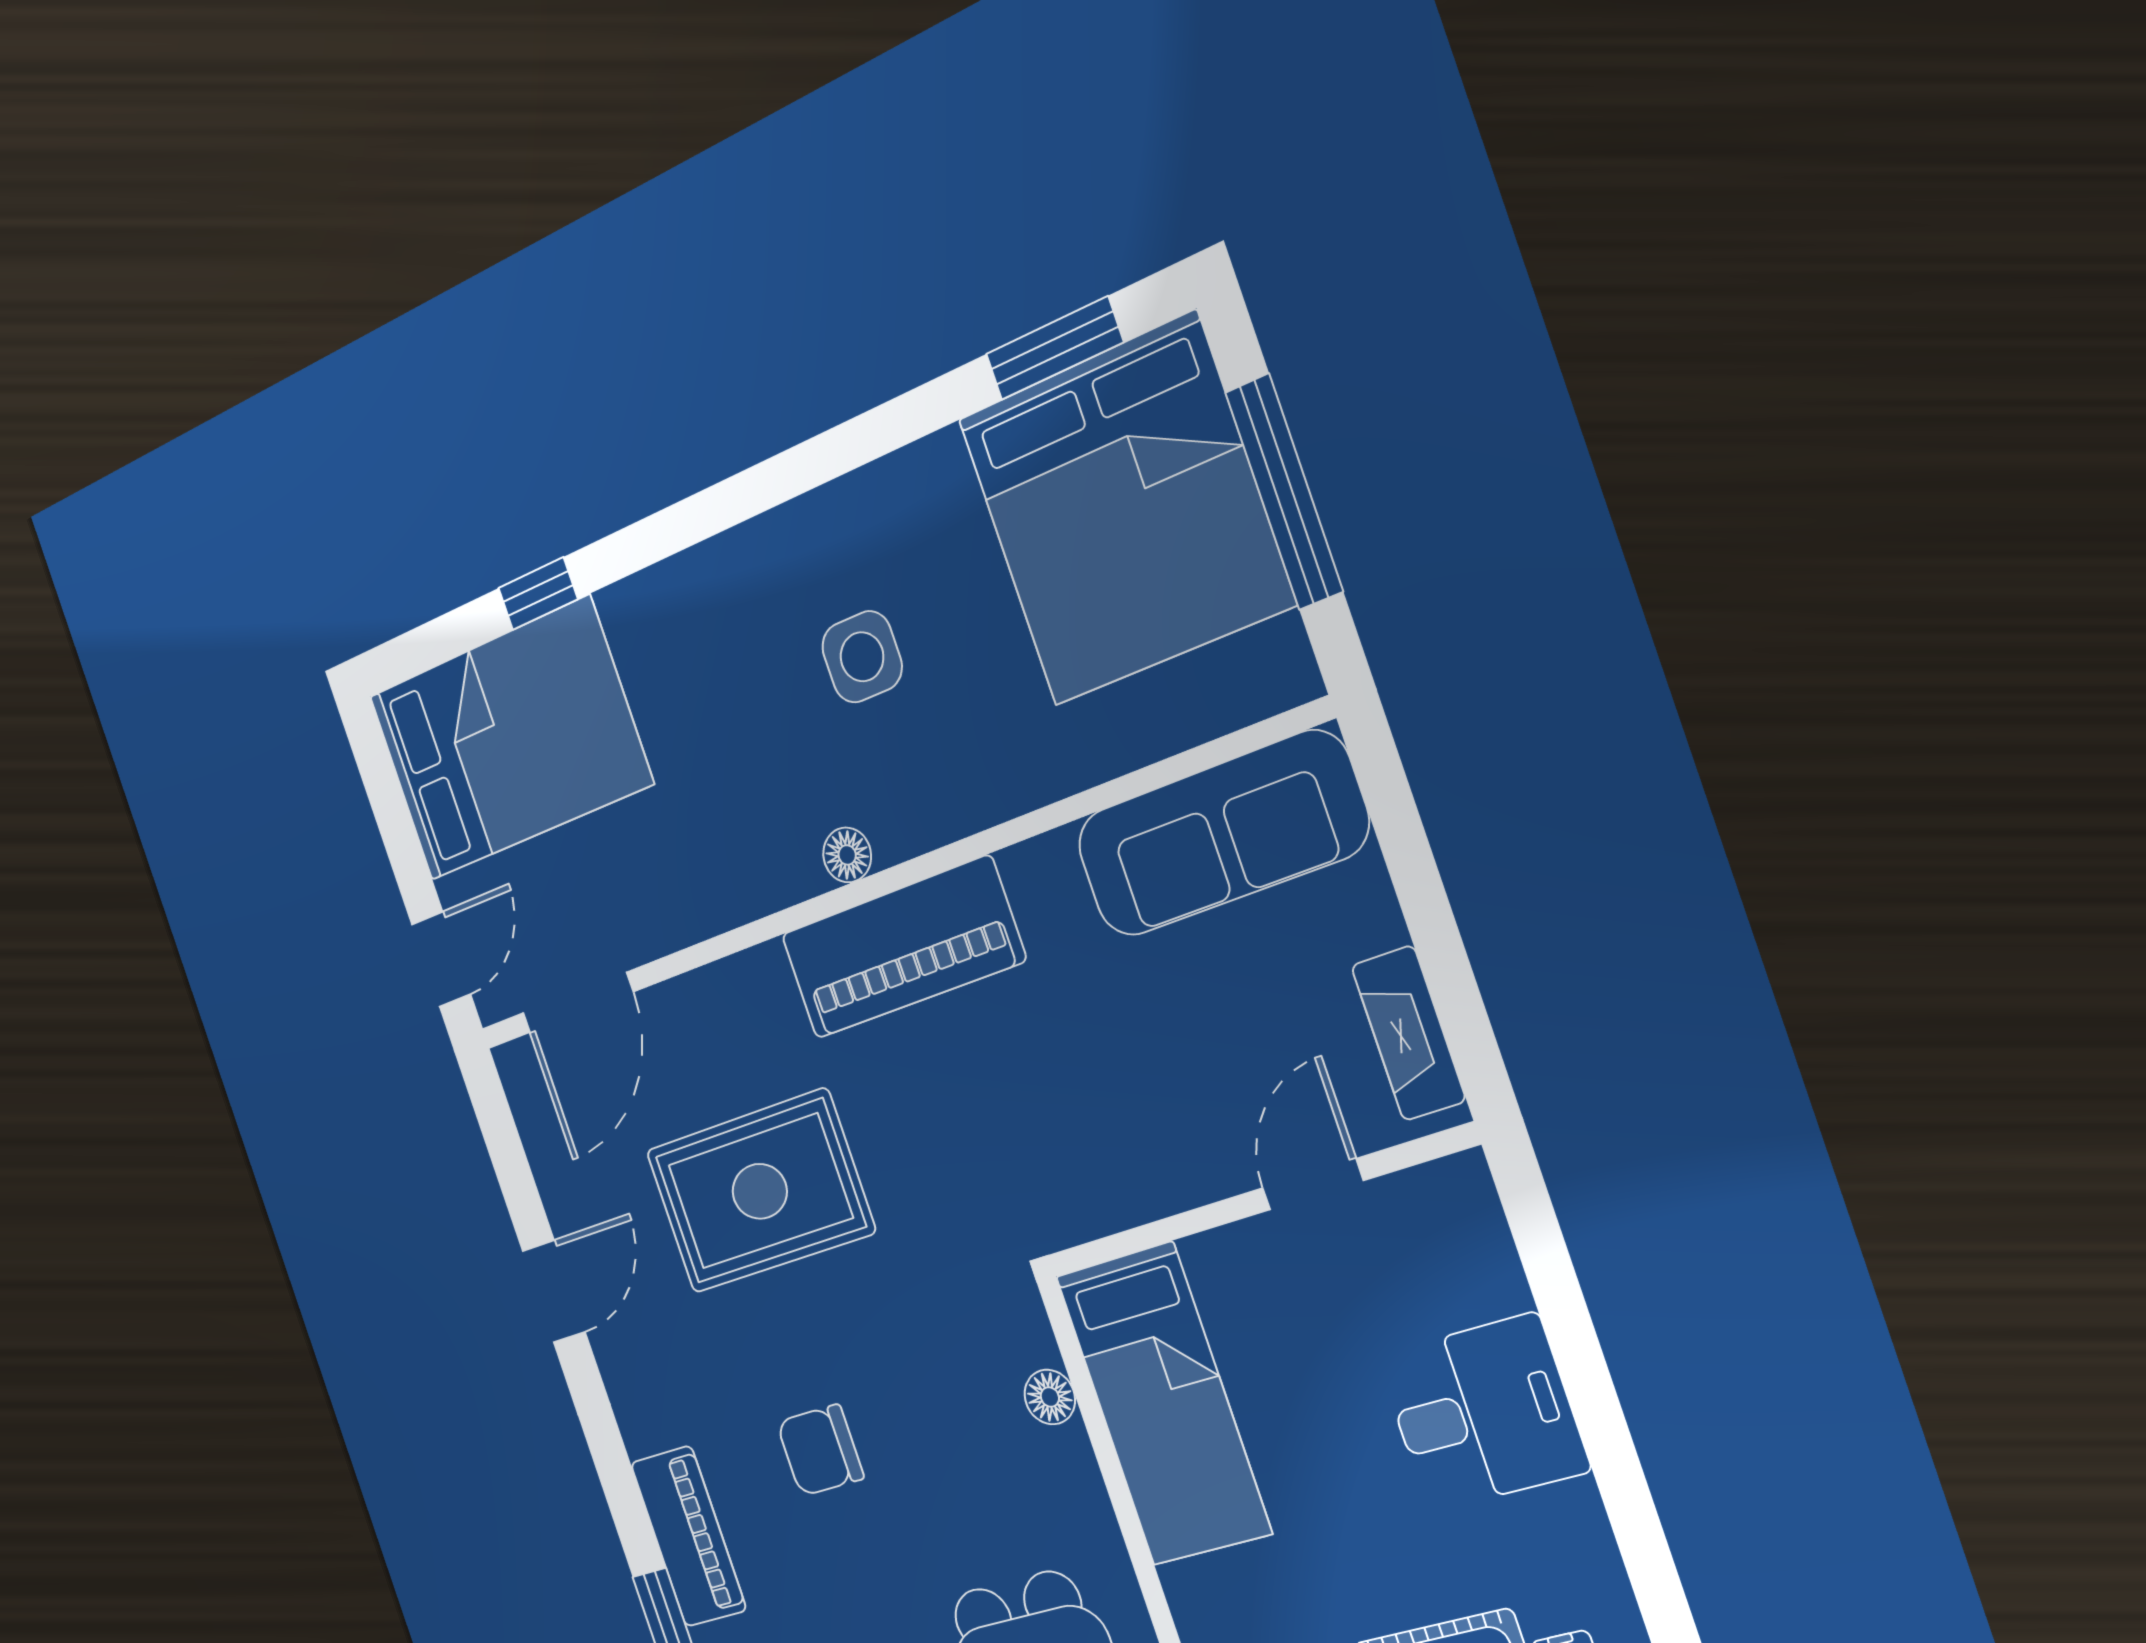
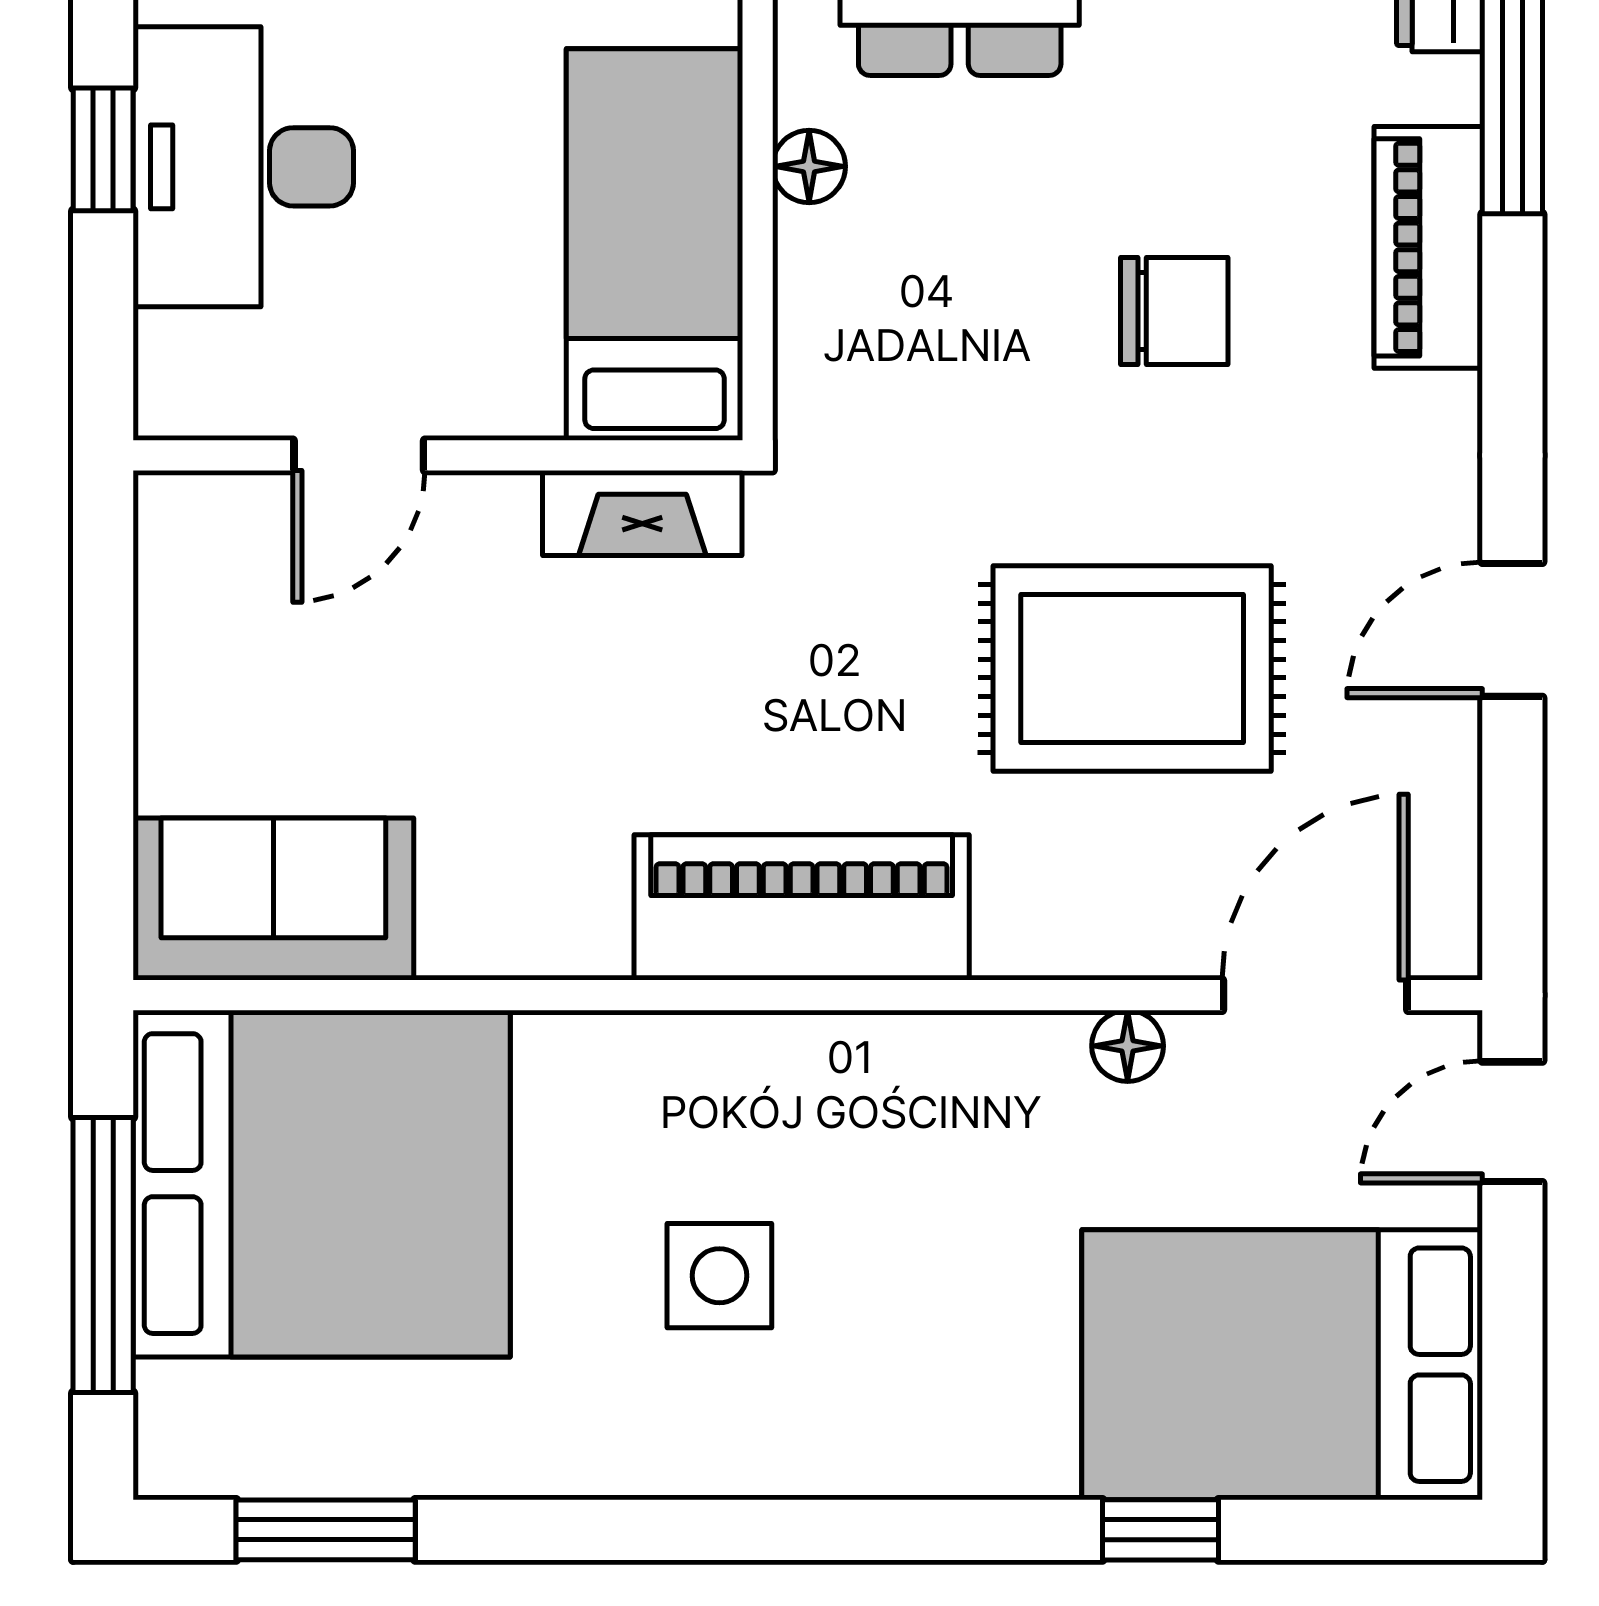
bed: (1125, 511) -> (322, 1184), moved, turned 90
sofa: (1221, 834) -> (273, 899), width x0.73
floor lamp: (847, 855) -> (1128, 1046), moved
fireplace: (1408, 1033) -> (642, 513), moved, turned 90
window: (1583, 1368) -> (103, 149), added
floor lamp: (1050, 1397) -> (809, 166), moved
desk: (1483, 1413) -> (243, 167), width x1.37

